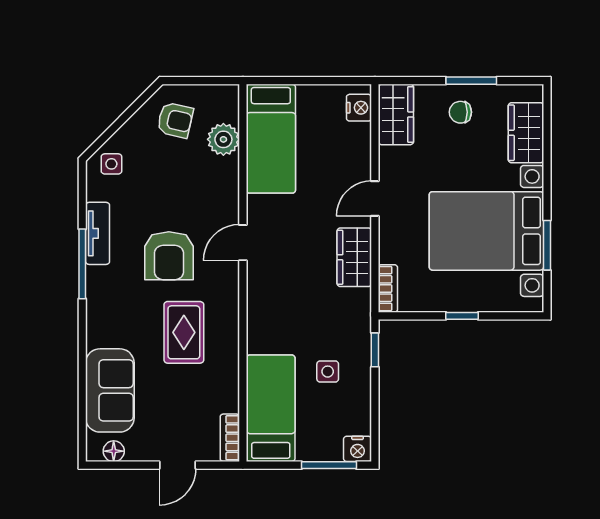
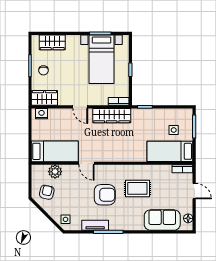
bed with nightstands: (486, 231) -> (102, 59), width x0.73
door: (243, 243) -> (87, 163), moved
wardrobe: (354, 257) -> (112, 116), width x1.50
side table: (328, 372) -> (174, 130), moved
nightstand: (358, 449) -> (187, 114), removed

